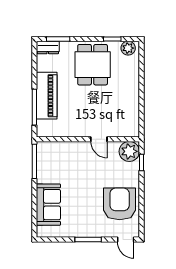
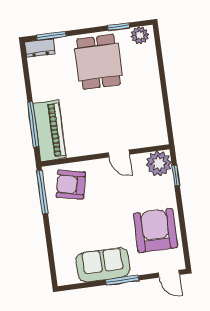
piano: (47, 96) -> (50, 131), moved
armchair: (58, 159) -> (71, 185), added
sofa: (48, 205) -> (103, 265), moved, turned -90

